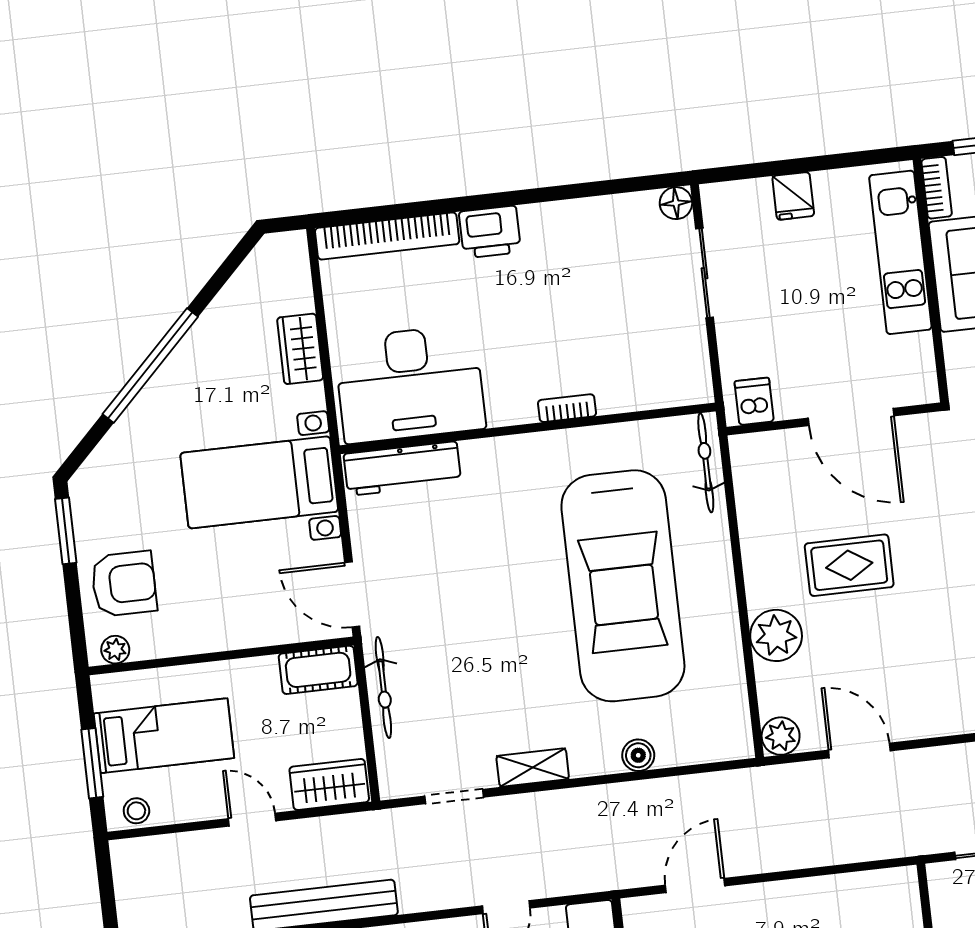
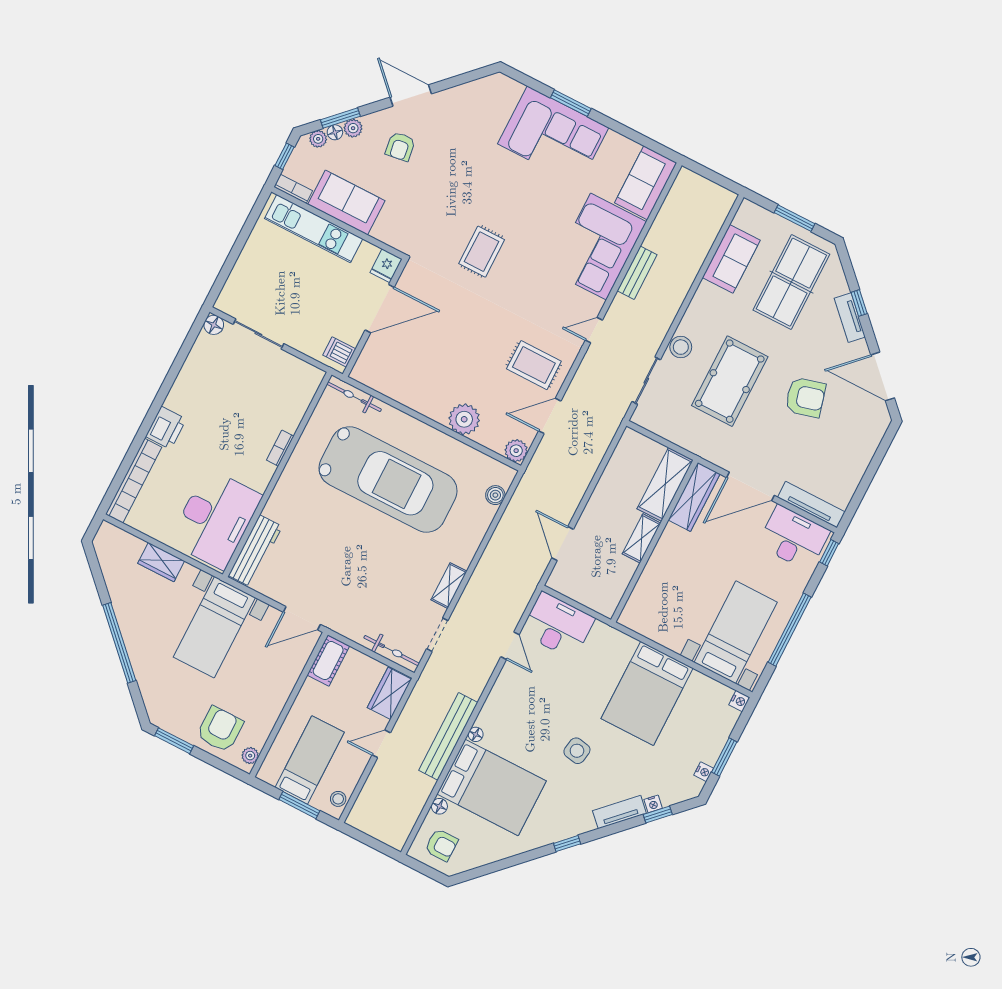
fridge: (793, 196) -> (386, 266), moved, turned 90
rug: (849, 565) -> (534, 365), moved, turned 90
bicycle: (383, 687) -> (392, 651), moved
boiler: (638, 755) -> (495, 495), moved

